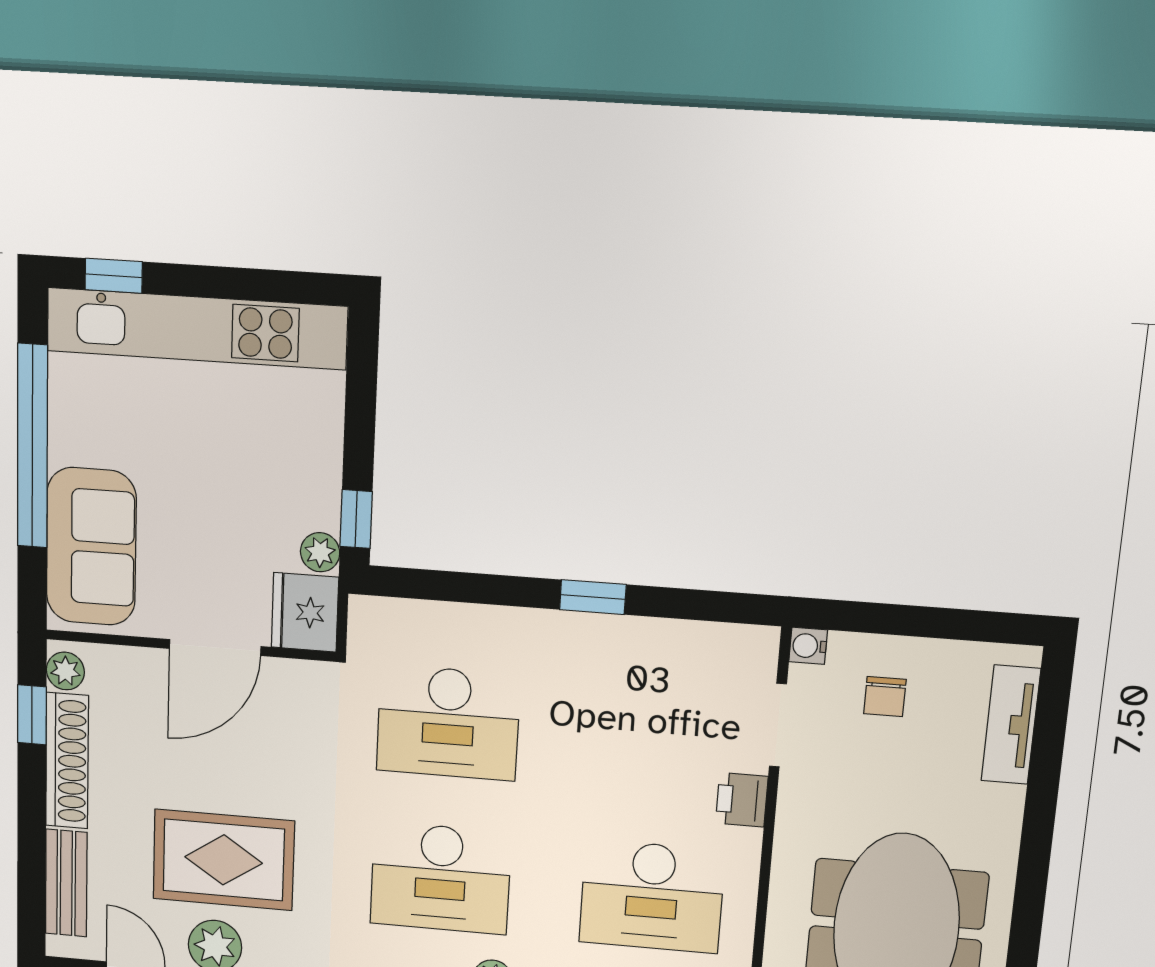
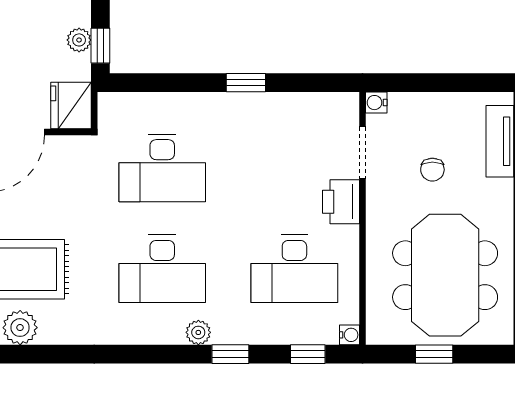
plant: (320, 552) -> (79, 40), moved
chair: (885, 697) -> (432, 170), moved
printer: (742, 800) -> (341, 202), width x1.36, depth x1.24

